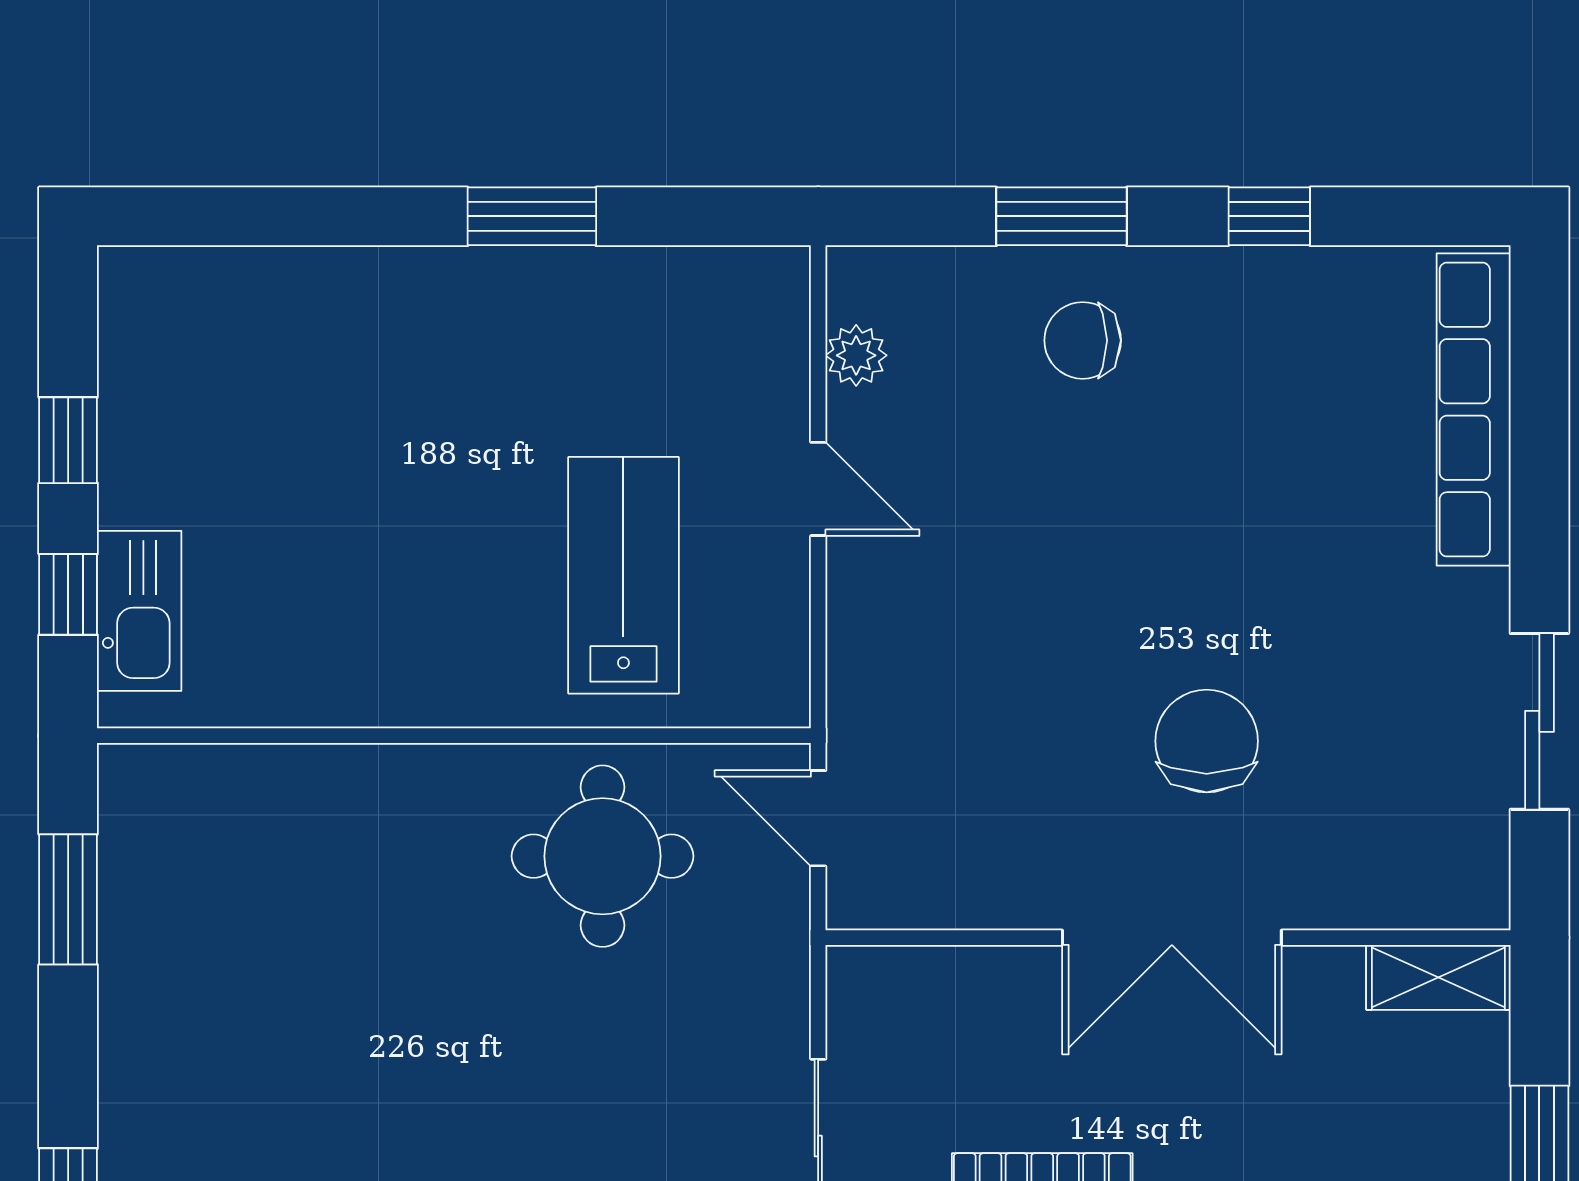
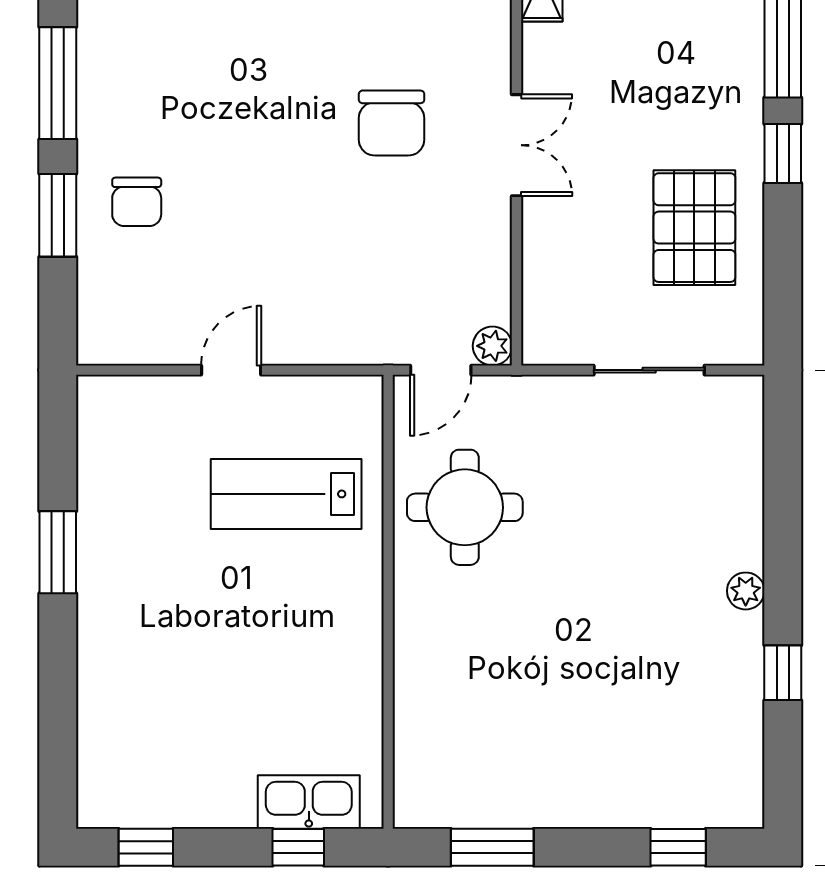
window: (1269, 216) -> (58, 83), width x2.17
plant: (856, 355) -> (492, 346), moved
window: (68, 440) -> (146, 847), moved
chair: (1207, 741) -> (392, 123), turned -90
double door: (1172, 938) -> (517, 145), width x0.73

